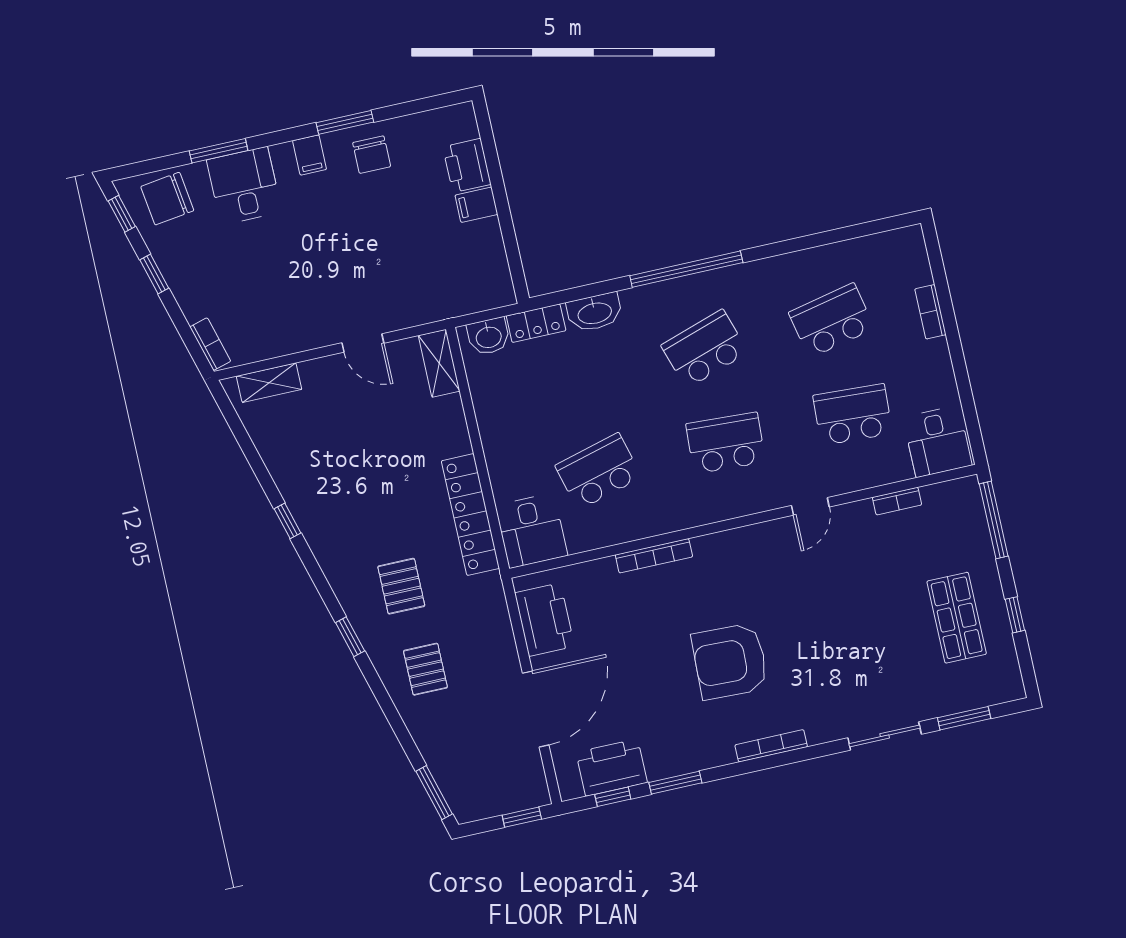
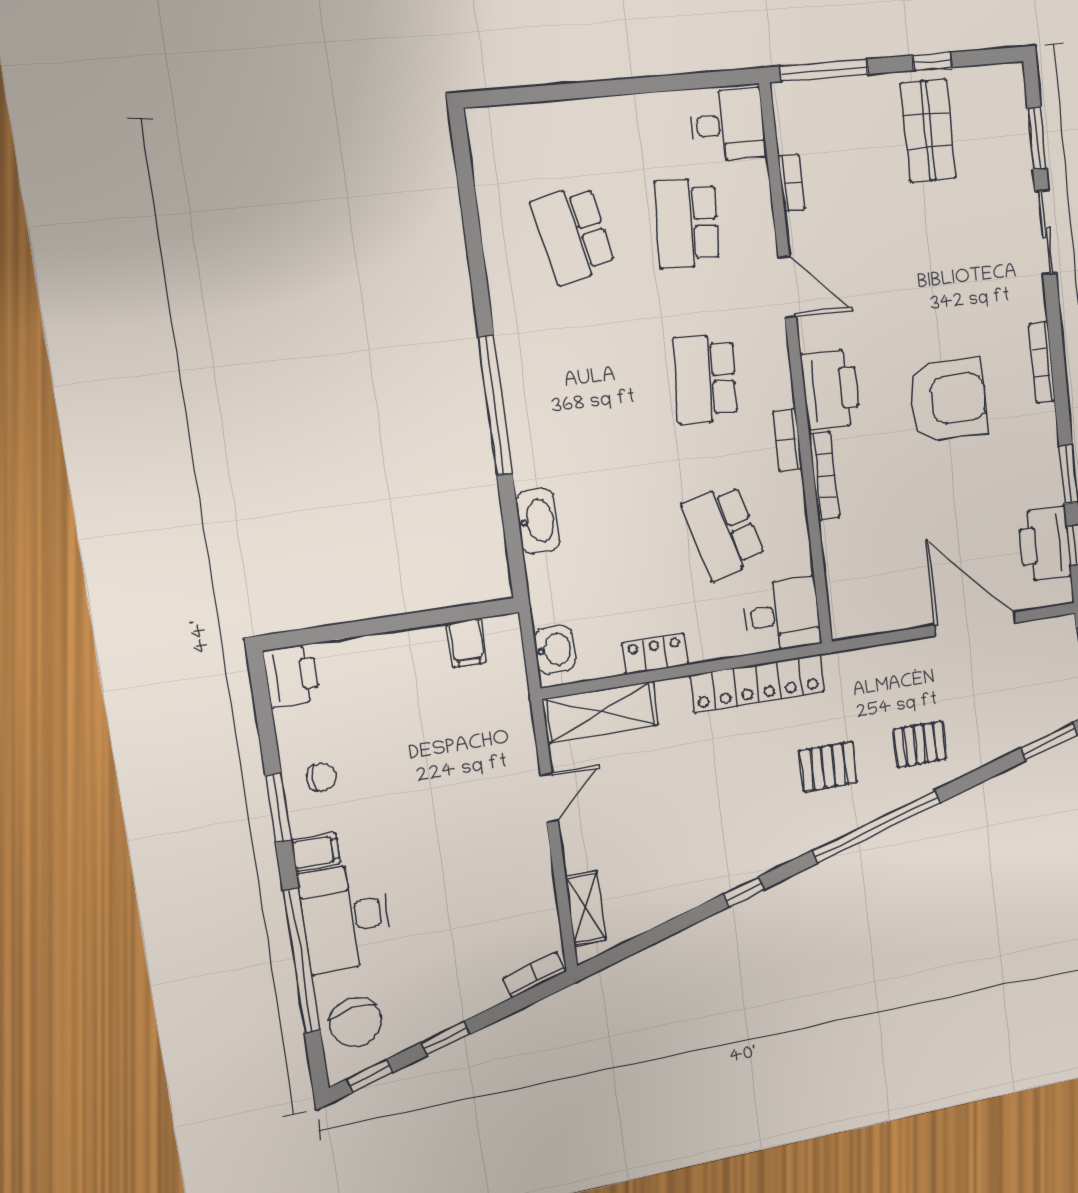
window: (219, 151) -> (301, 961), width x2.11
chair: (372, 155) -> (321, 777), width x0.73, depth x0.73
printer: (467, 166) -> (291, 676), moved, turned -90
desk: (244, 186) -> (346, 918), width x1.37
filing cabinet: (476, 205) -> (467, 643), moved
bookcase: (930, 312) -> (787, 440), moved, turned 90
locker: (536, 323) -> (655, 654), moved, turned -90
school desk: (705, 349) -> (593, 393), removed
shelving: (439, 363) -> (600, 712), width x1.50, depth x1.33
door: (810, 506) -> (787, 287), width x1.37
shop shelf: (957, 618) -> (928, 131), turned 90
printer: (545, 620) -> (830, 389), moved, turned 90
window: (350, 637) -> (877, 826), width x3.17
armchair: (730, 661) -> (948, 400), turned -92

